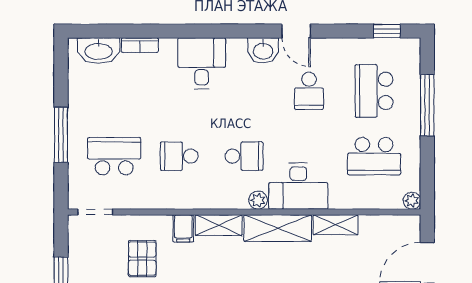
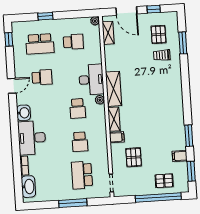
washbasin: (263, 50) -> (24, 113), moved
desk: (202, 63) -> (32, 138), width x1.37
window: (427, 105) -> (45, 16), width x0.46
school desk: (244, 156) -> (78, 108), turned 180
school desk: (374, 156) -> (73, 42), width x0.54
shelving: (336, 225) -> (108, 33), moved
pallet: (142, 259) -> (134, 157), turned 90

